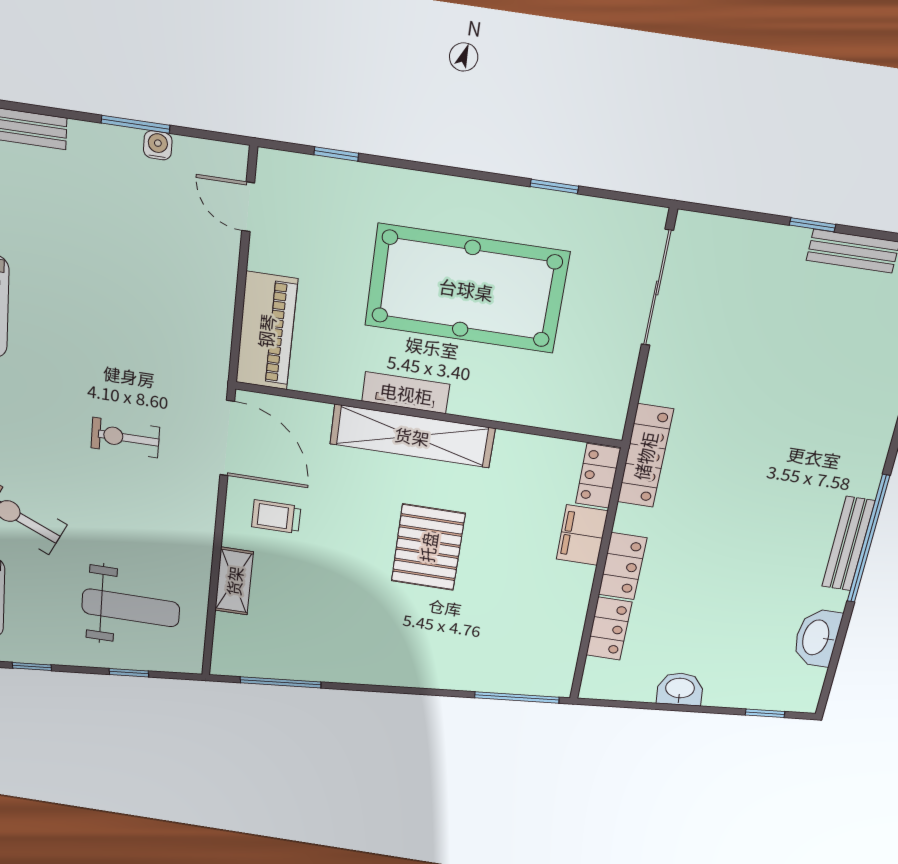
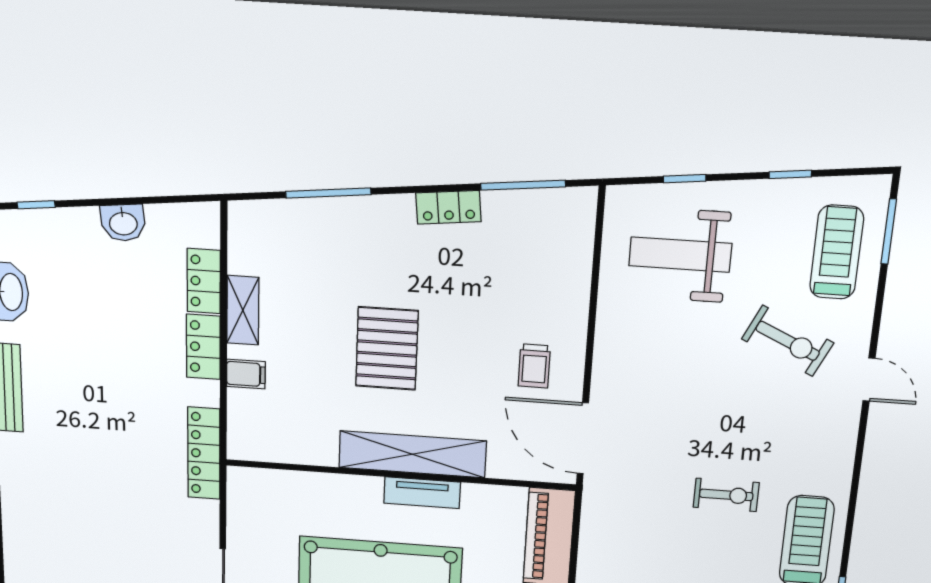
exercise bike: (125, 438) -> (726, 495), moved
locker: (598, 476) -> (448, 207), moved, turned 84
trolley: (276, 517) -> (534, 366), turned 90
filing cabinet: (582, 535) -> (246, 374), width x0.50
shelving: (234, 581) -> (243, 310), moved
window: (517, 697) -> (328, 193), moved

